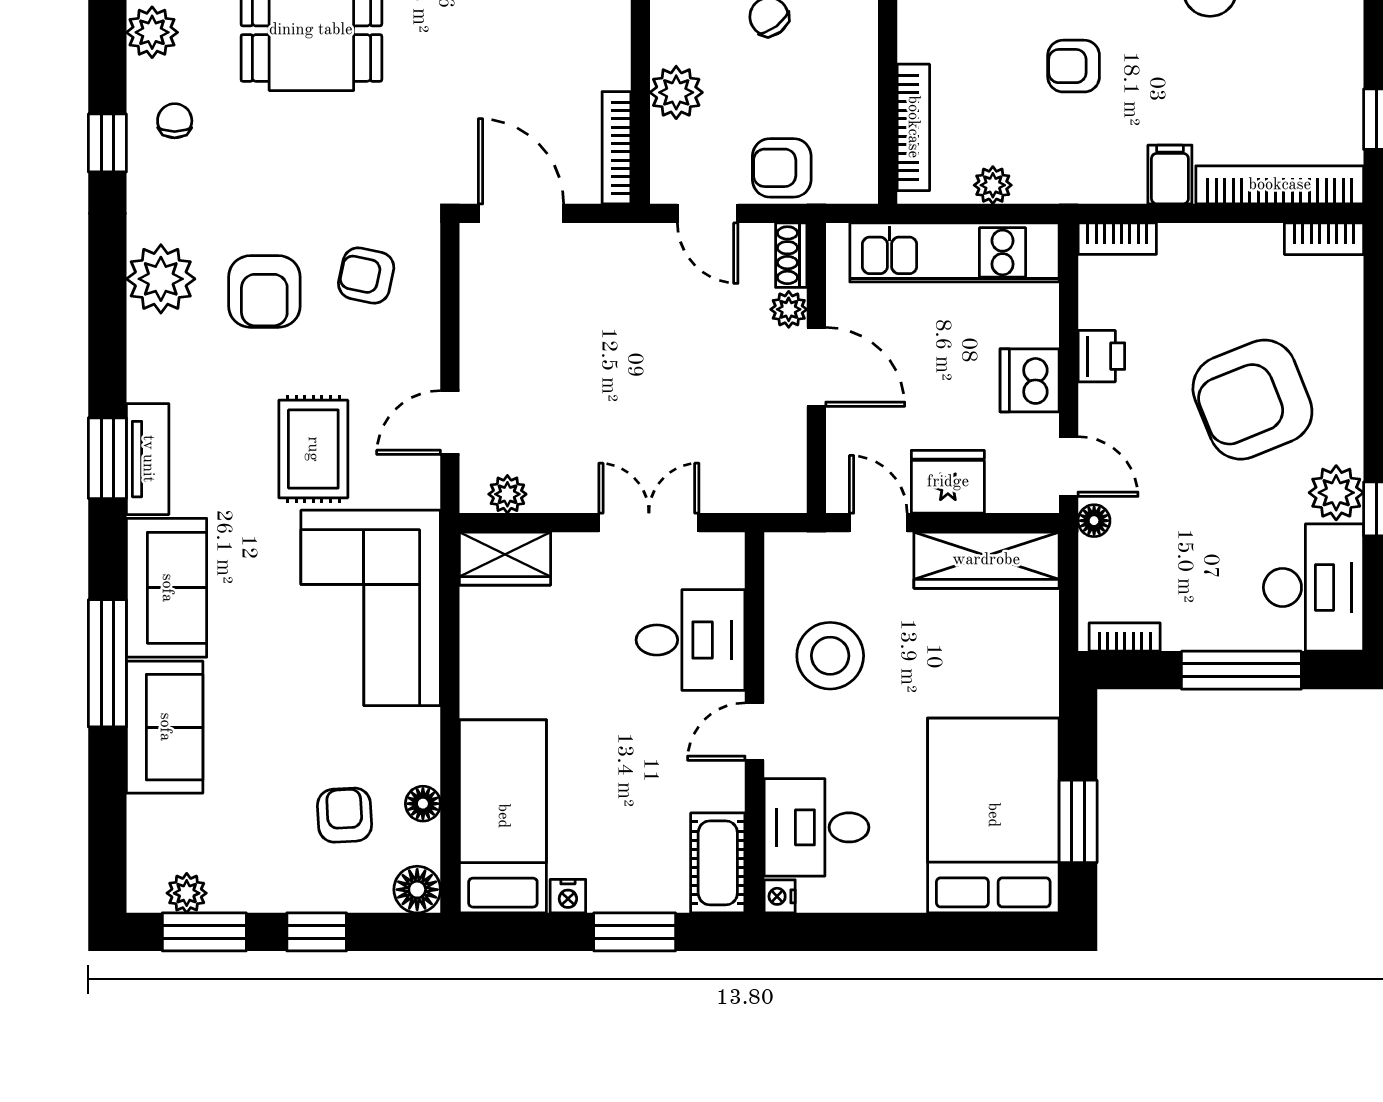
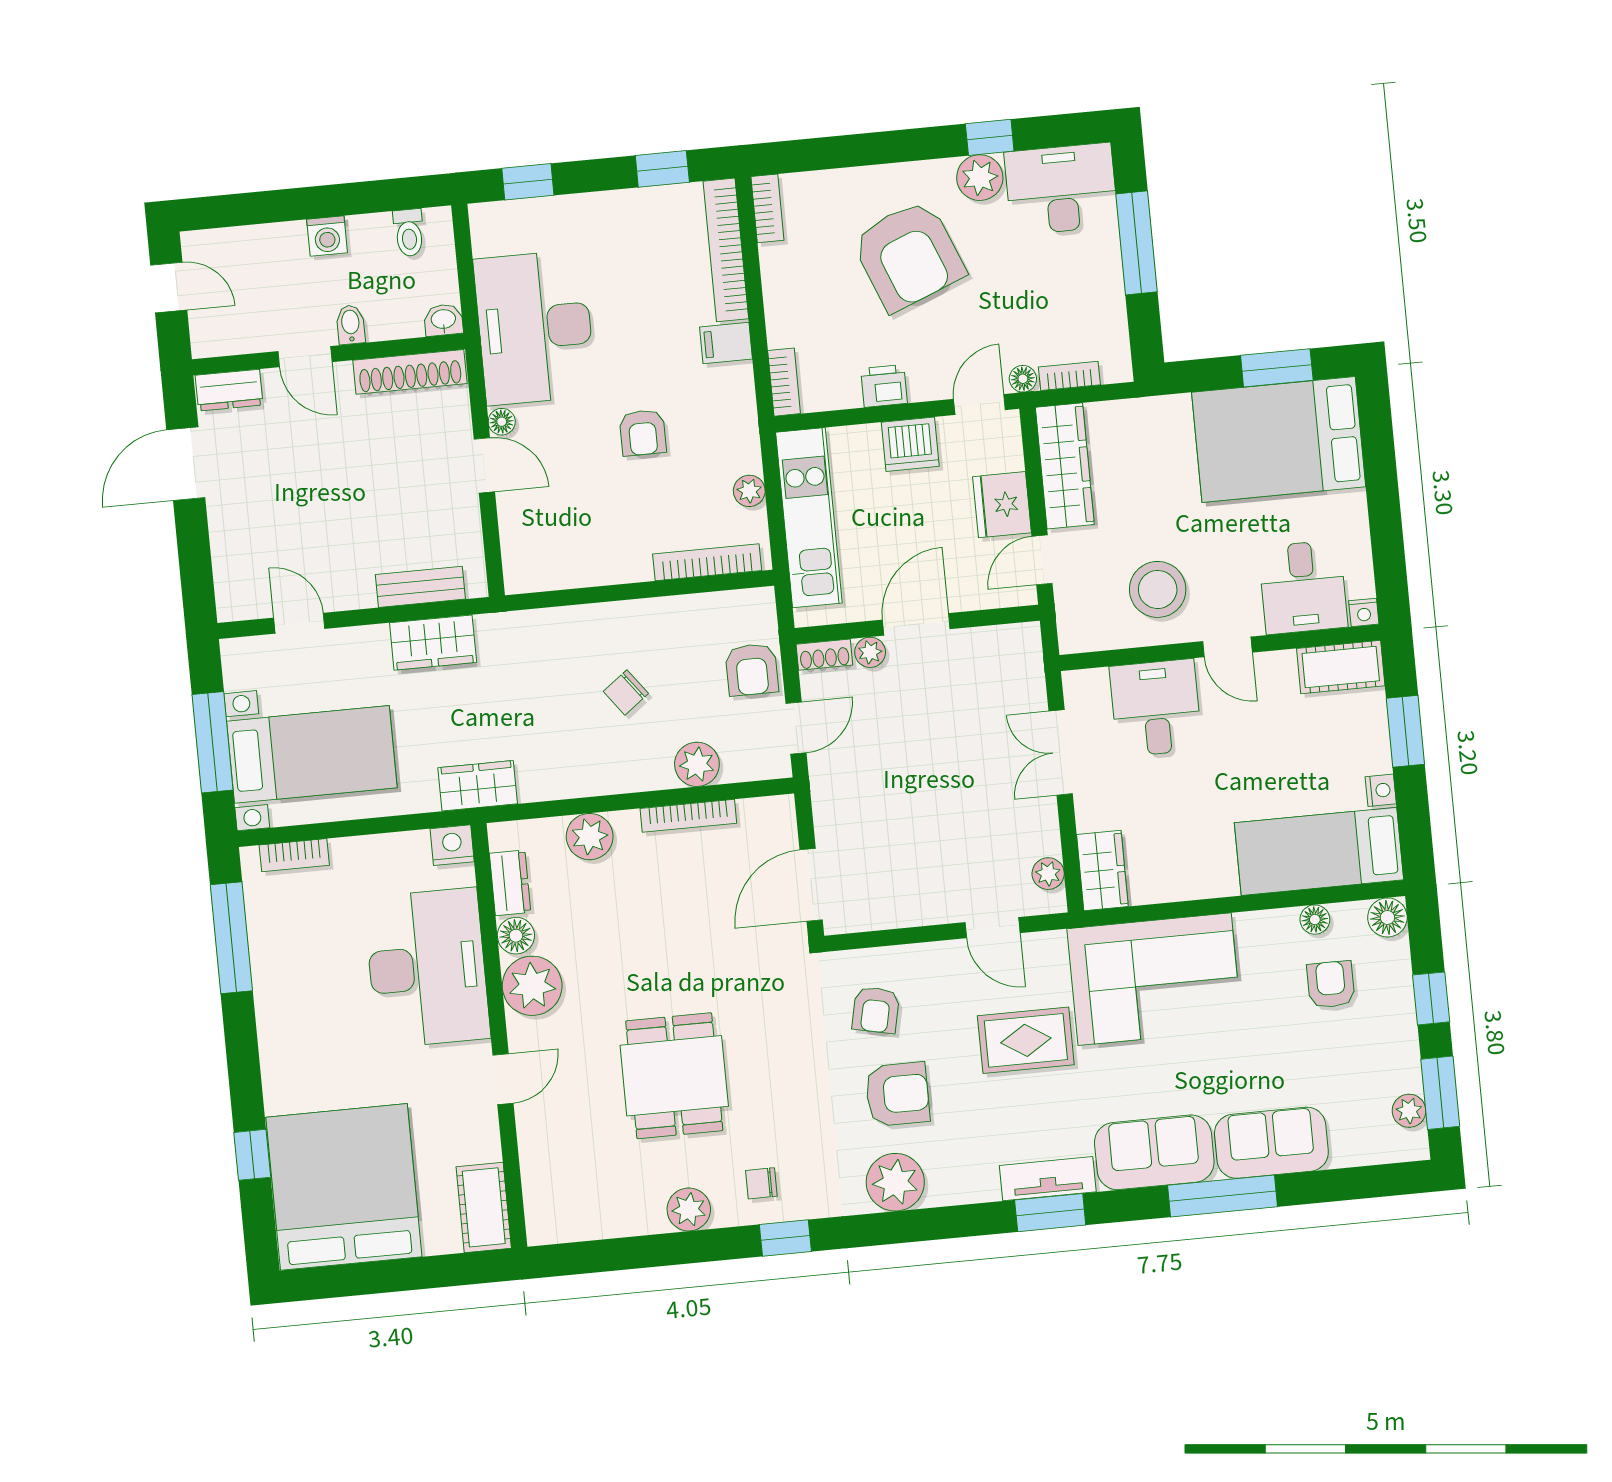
bookcase: (616, 148) -> (688, 816), moved
bookcase: (1125, 637) -> (1069, 376), moved, turned 90
armchair: (345, 815) -> (1331, 984), turned 93

